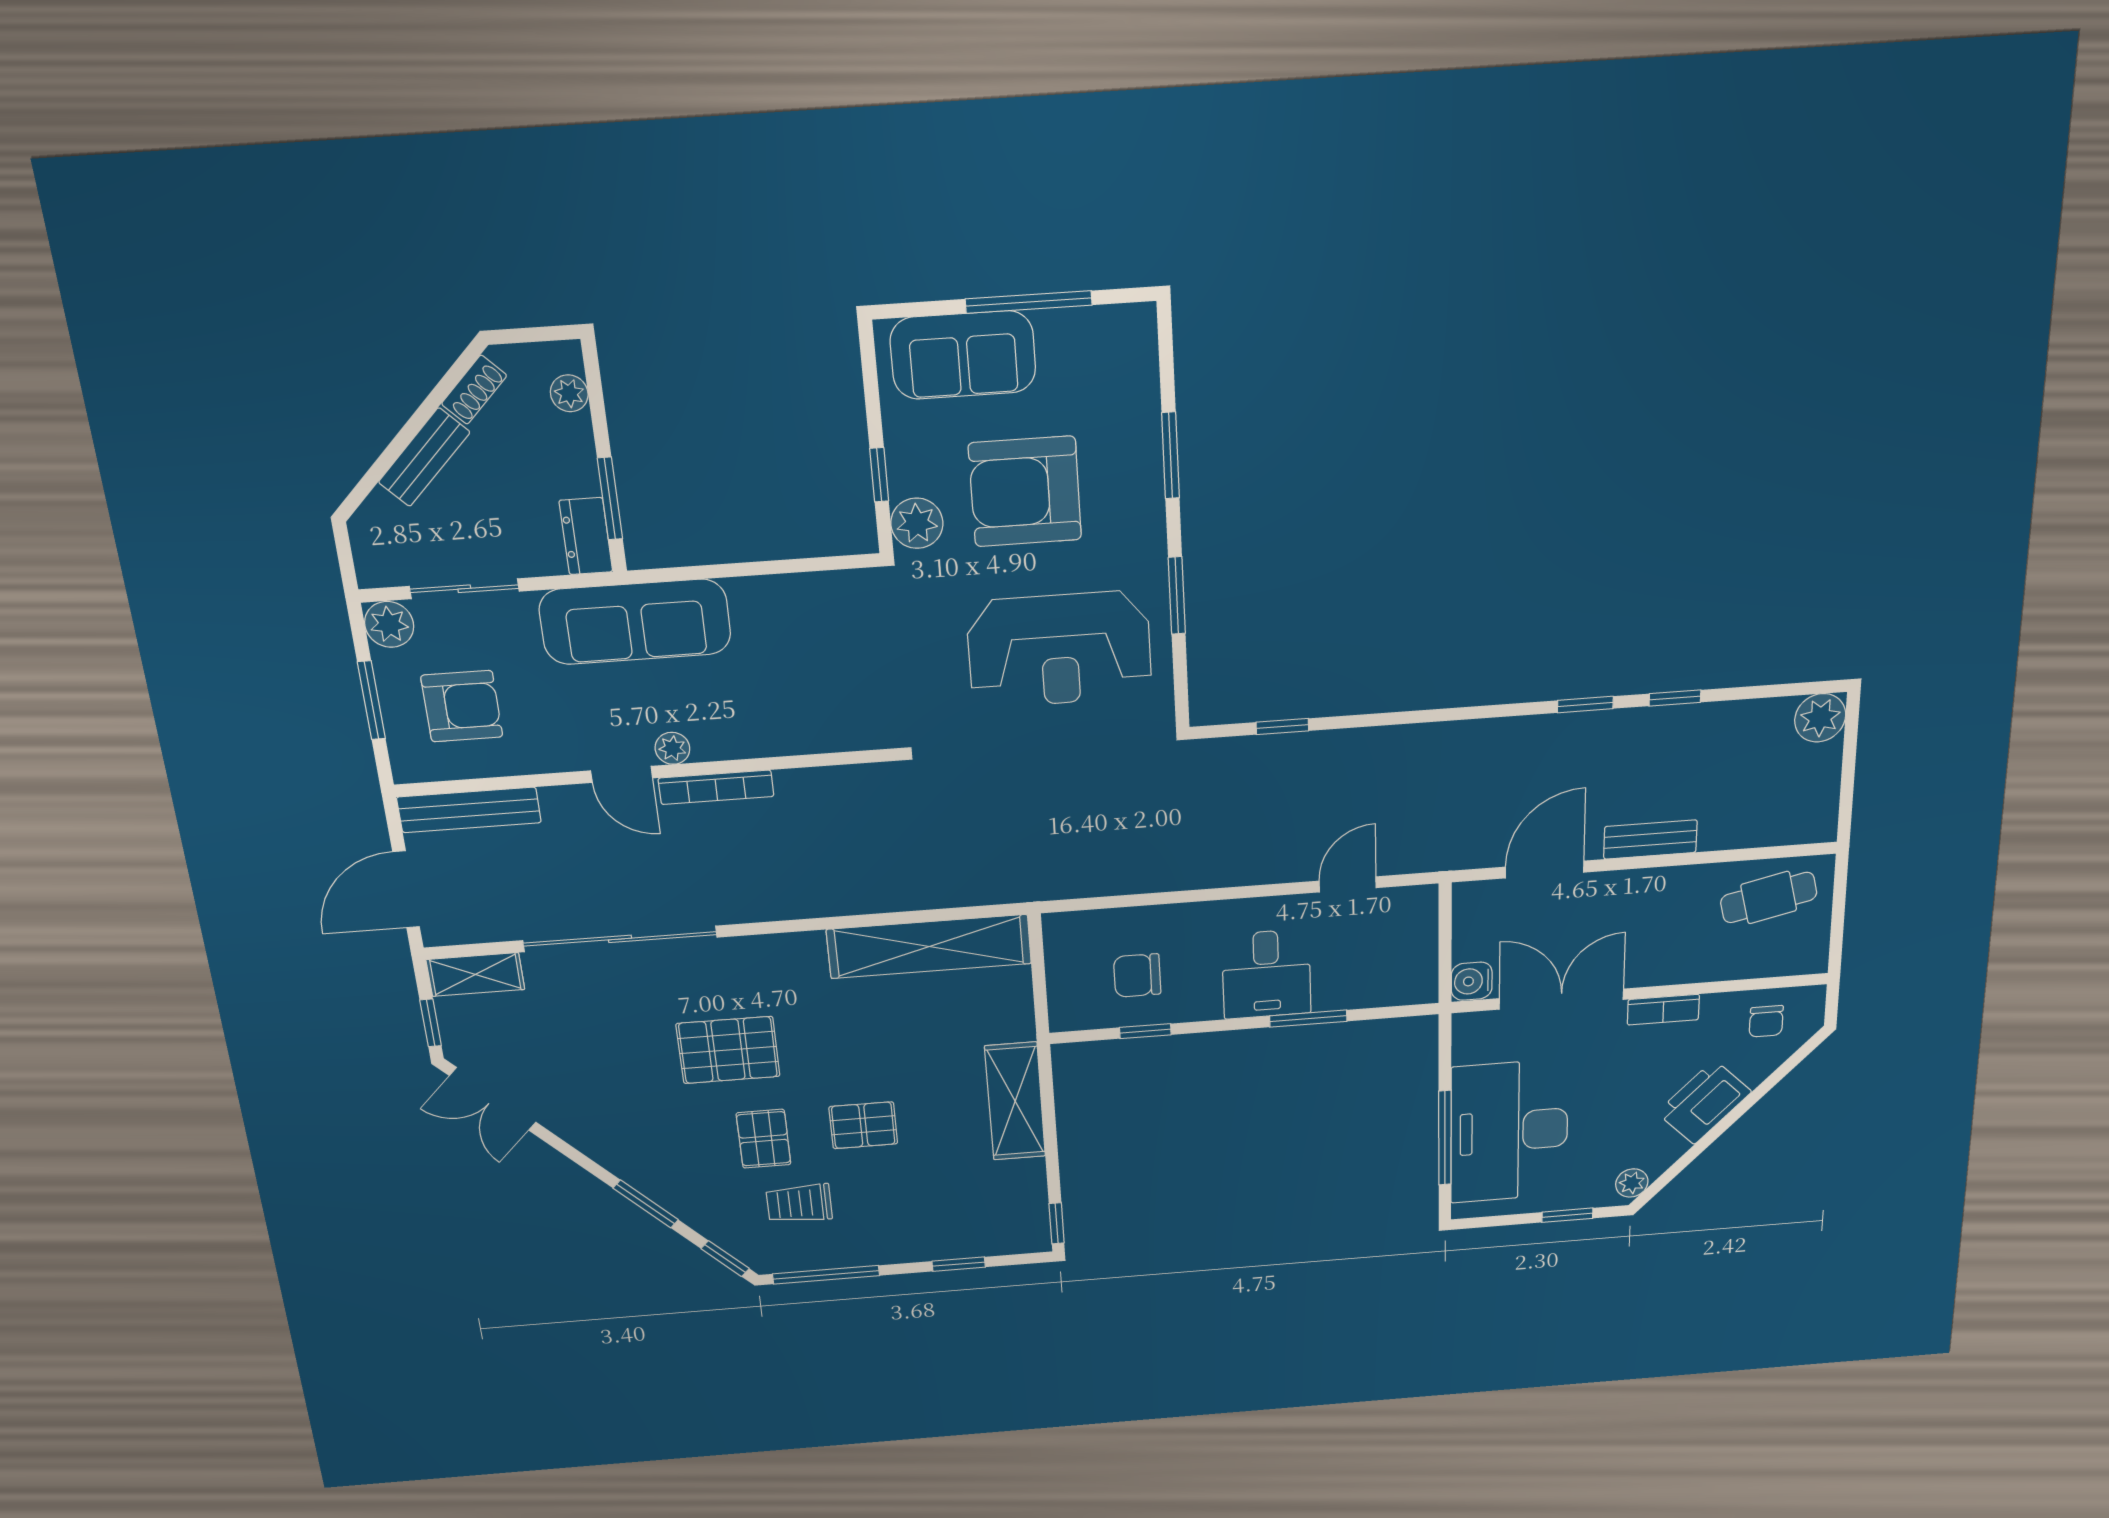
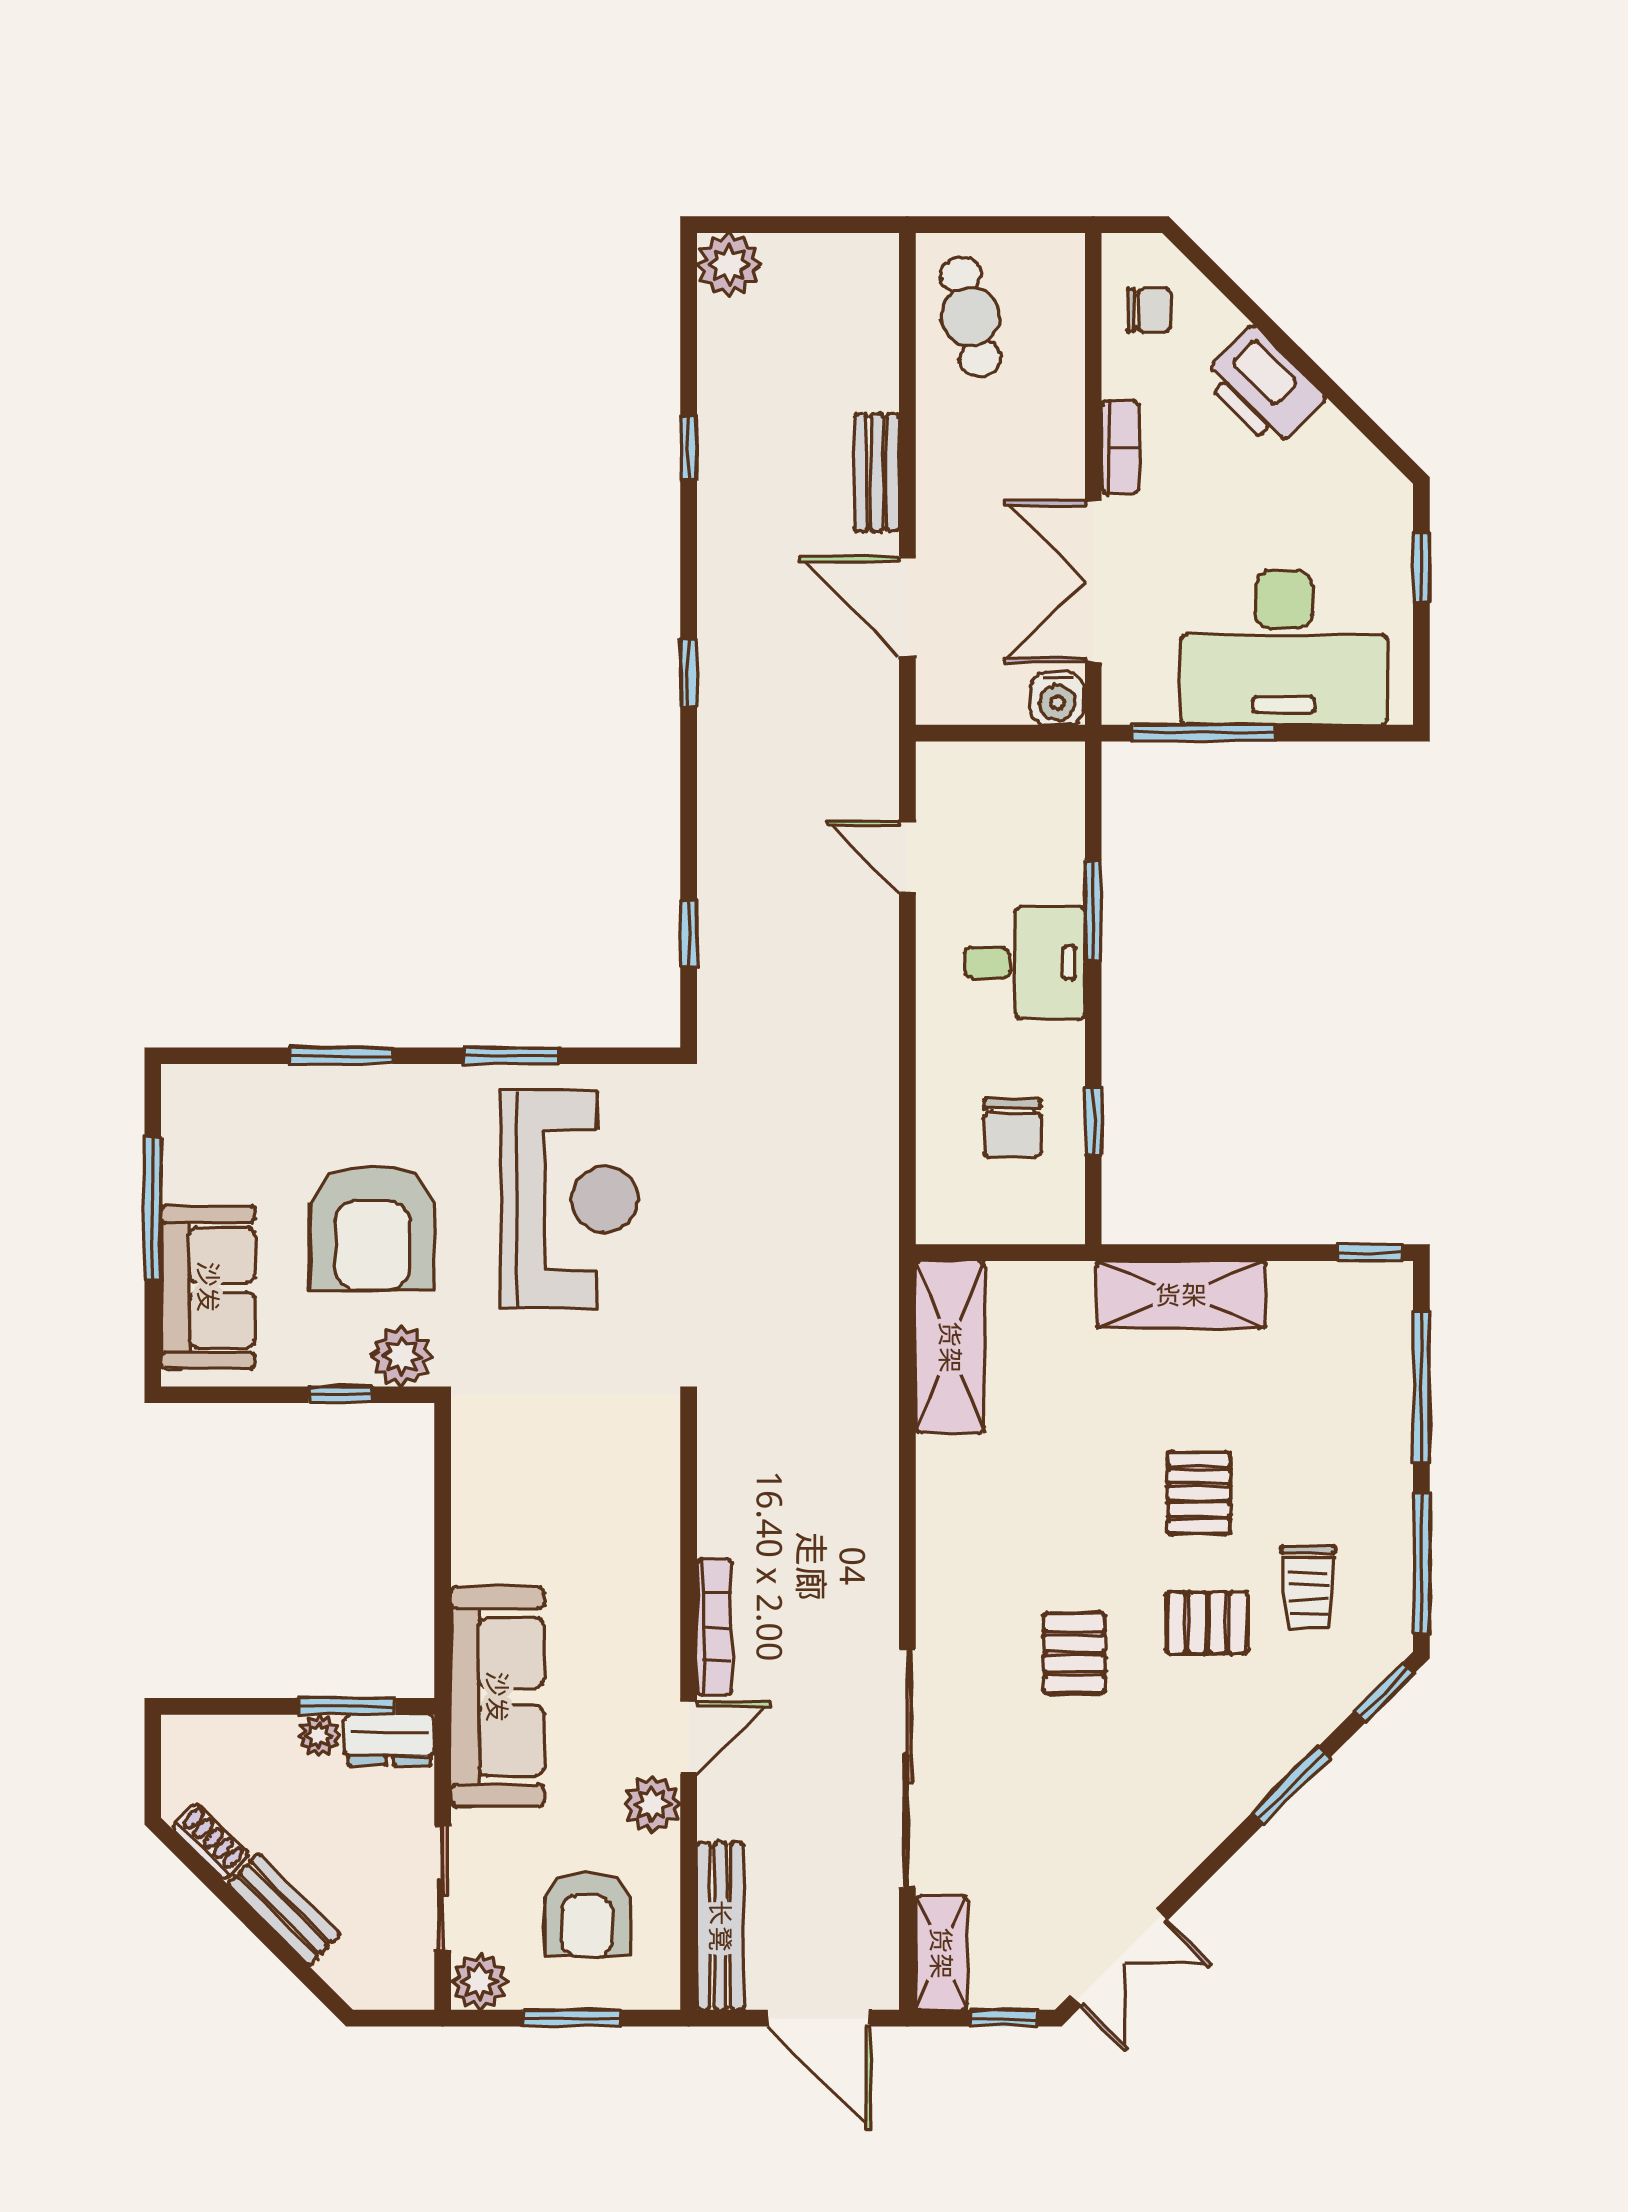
plant: (569, 393) -> (319, 1736), moved
window: (1585, 705) -> (689, 673), moved
armchair: (462, 706) -> (587, 1914), turned 180
plant: (672, 748) -> (652, 1804), moved, width x1.38, depth x1.38
shelving: (929, 947) -> (950, 1347), width x0.68
pallet: (728, 1050) -> (1074, 1653), width x0.67, depth x0.71
window: (1445, 1138) -> (1204, 733), moved
plant: (1632, 1183) -> (1379, 481), removed
window: (959, 1264) -> (1421, 1386), width x2.17

